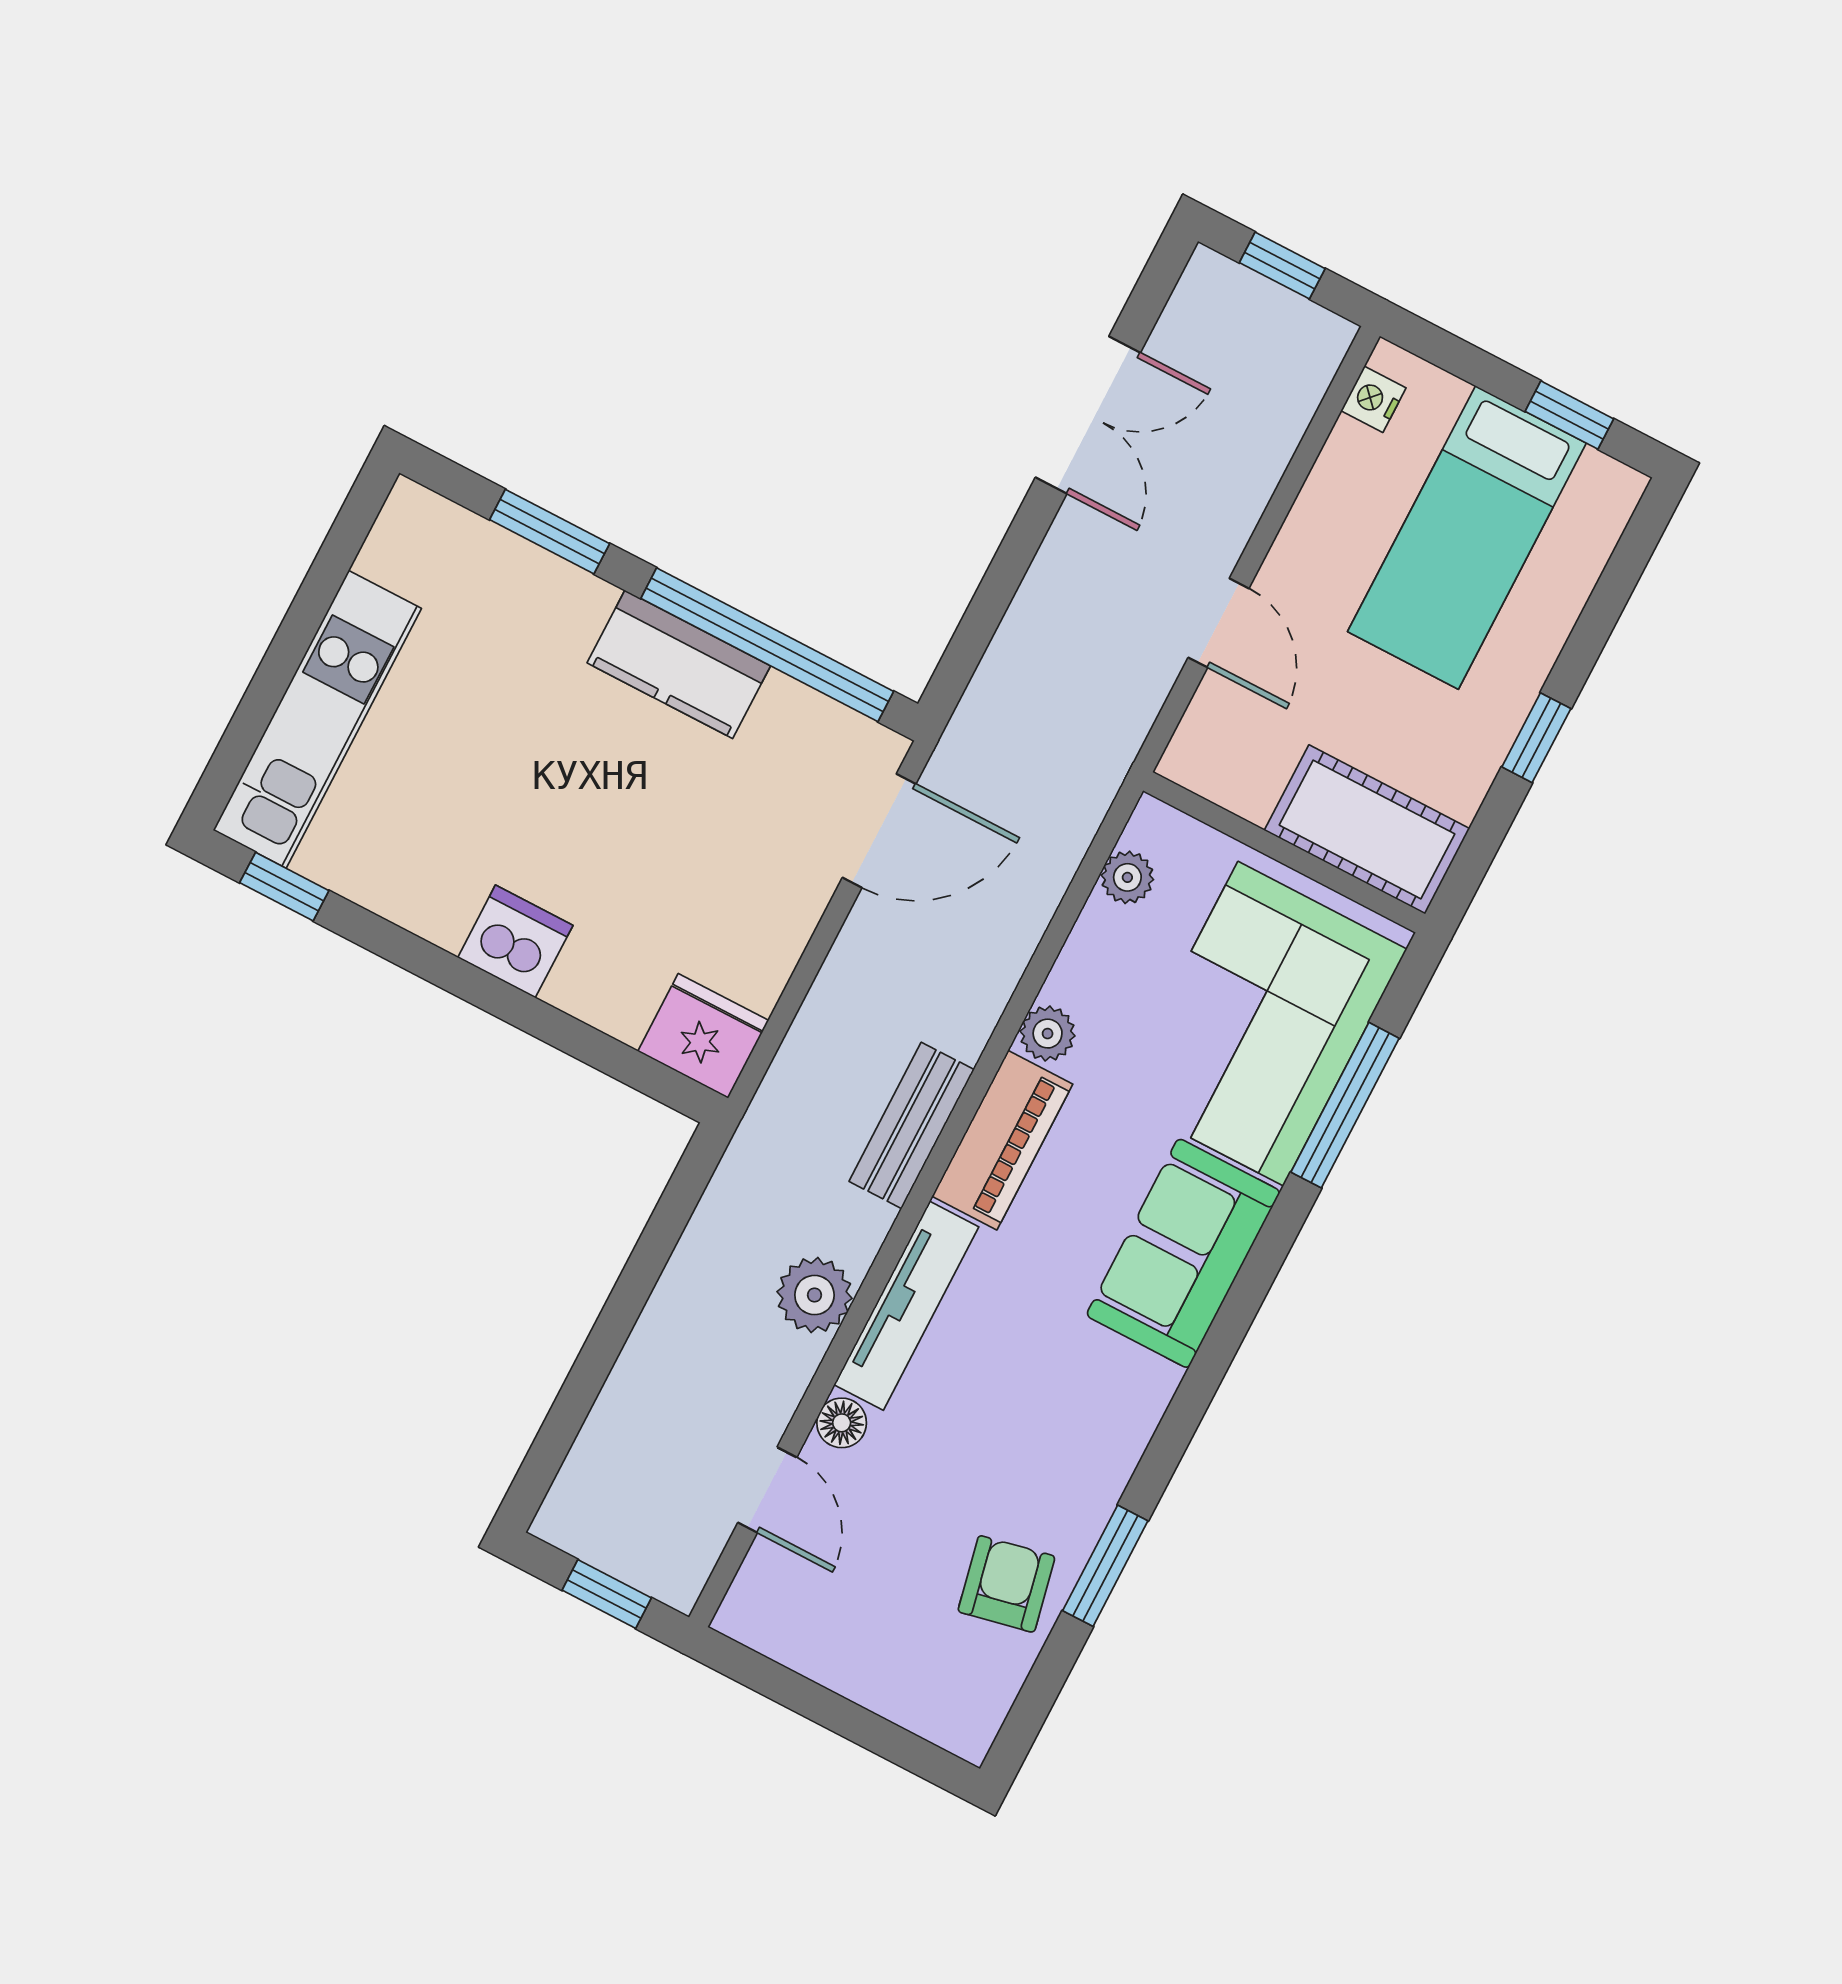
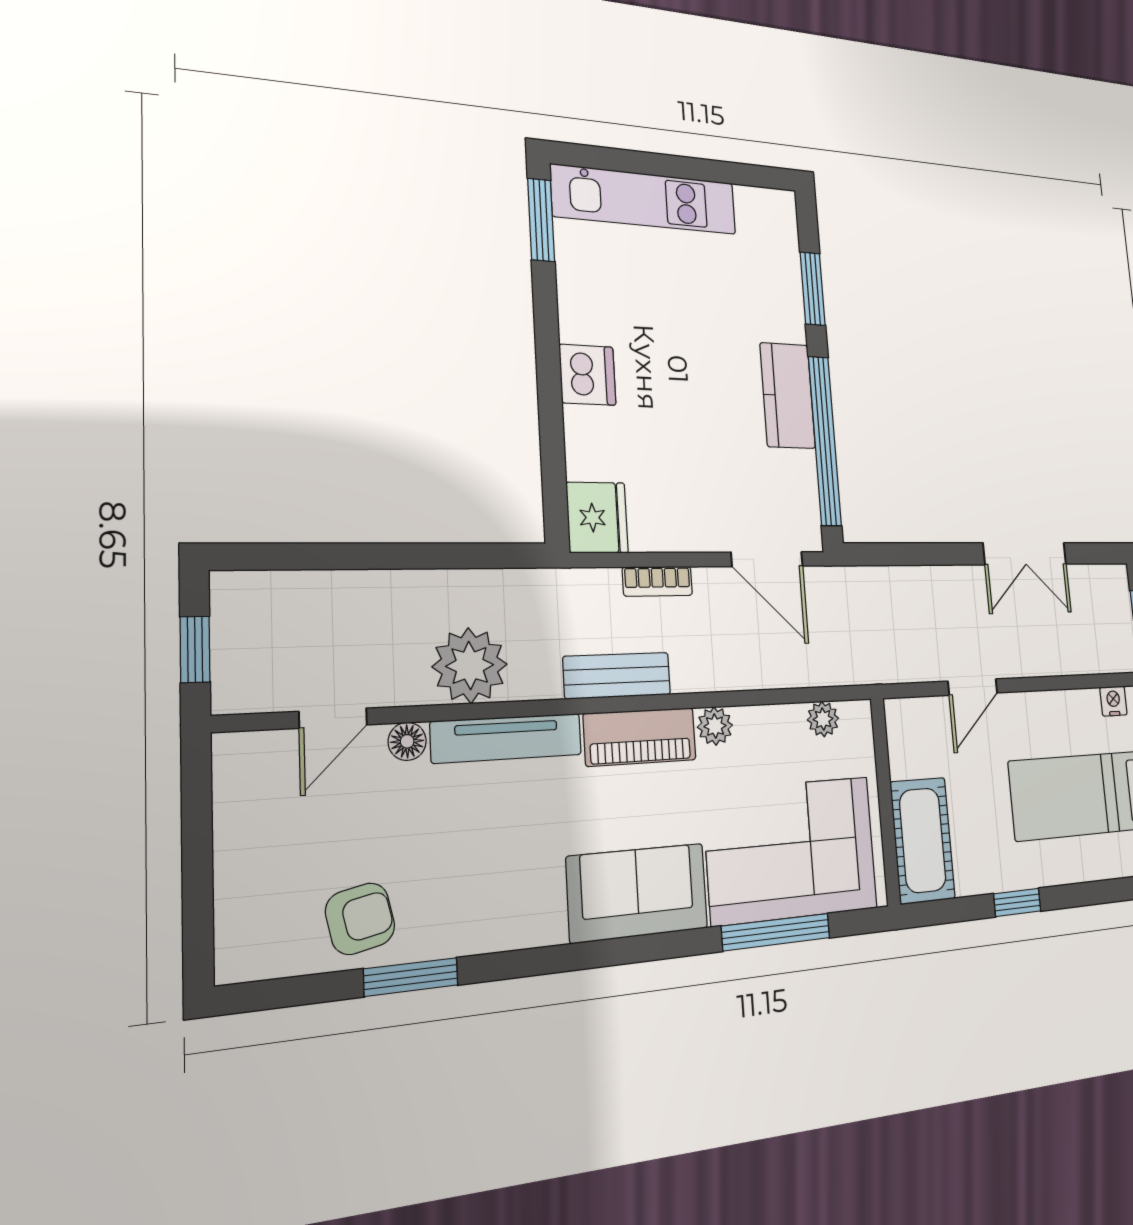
window: (284, 887) -> (541, 220), width x1.50
bookcase: (825, 1002) -> (657, 581), added
plant: (814, 1295) -> (470, 665), width x1.36, depth x1.36

